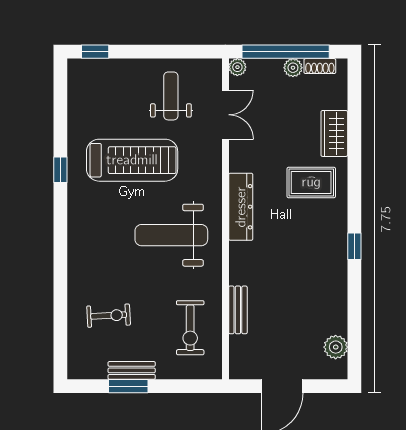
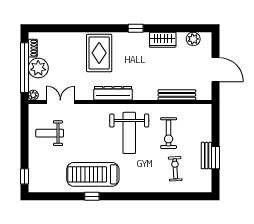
plant: (293, 68) -> (38, 68), width x1.87, depth x1.87
wardrobe: (334, 133) -> (163, 40), moved
treadmill: (132, 160) -> (93, 174), moved, turned -90
rug: (311, 182) -> (99, 53), width x1.36, depth x1.43
bench: (238, 310) -> (177, 95), width x1.36
exercise bike: (190, 328) -> (169, 133), moved, turned 90

